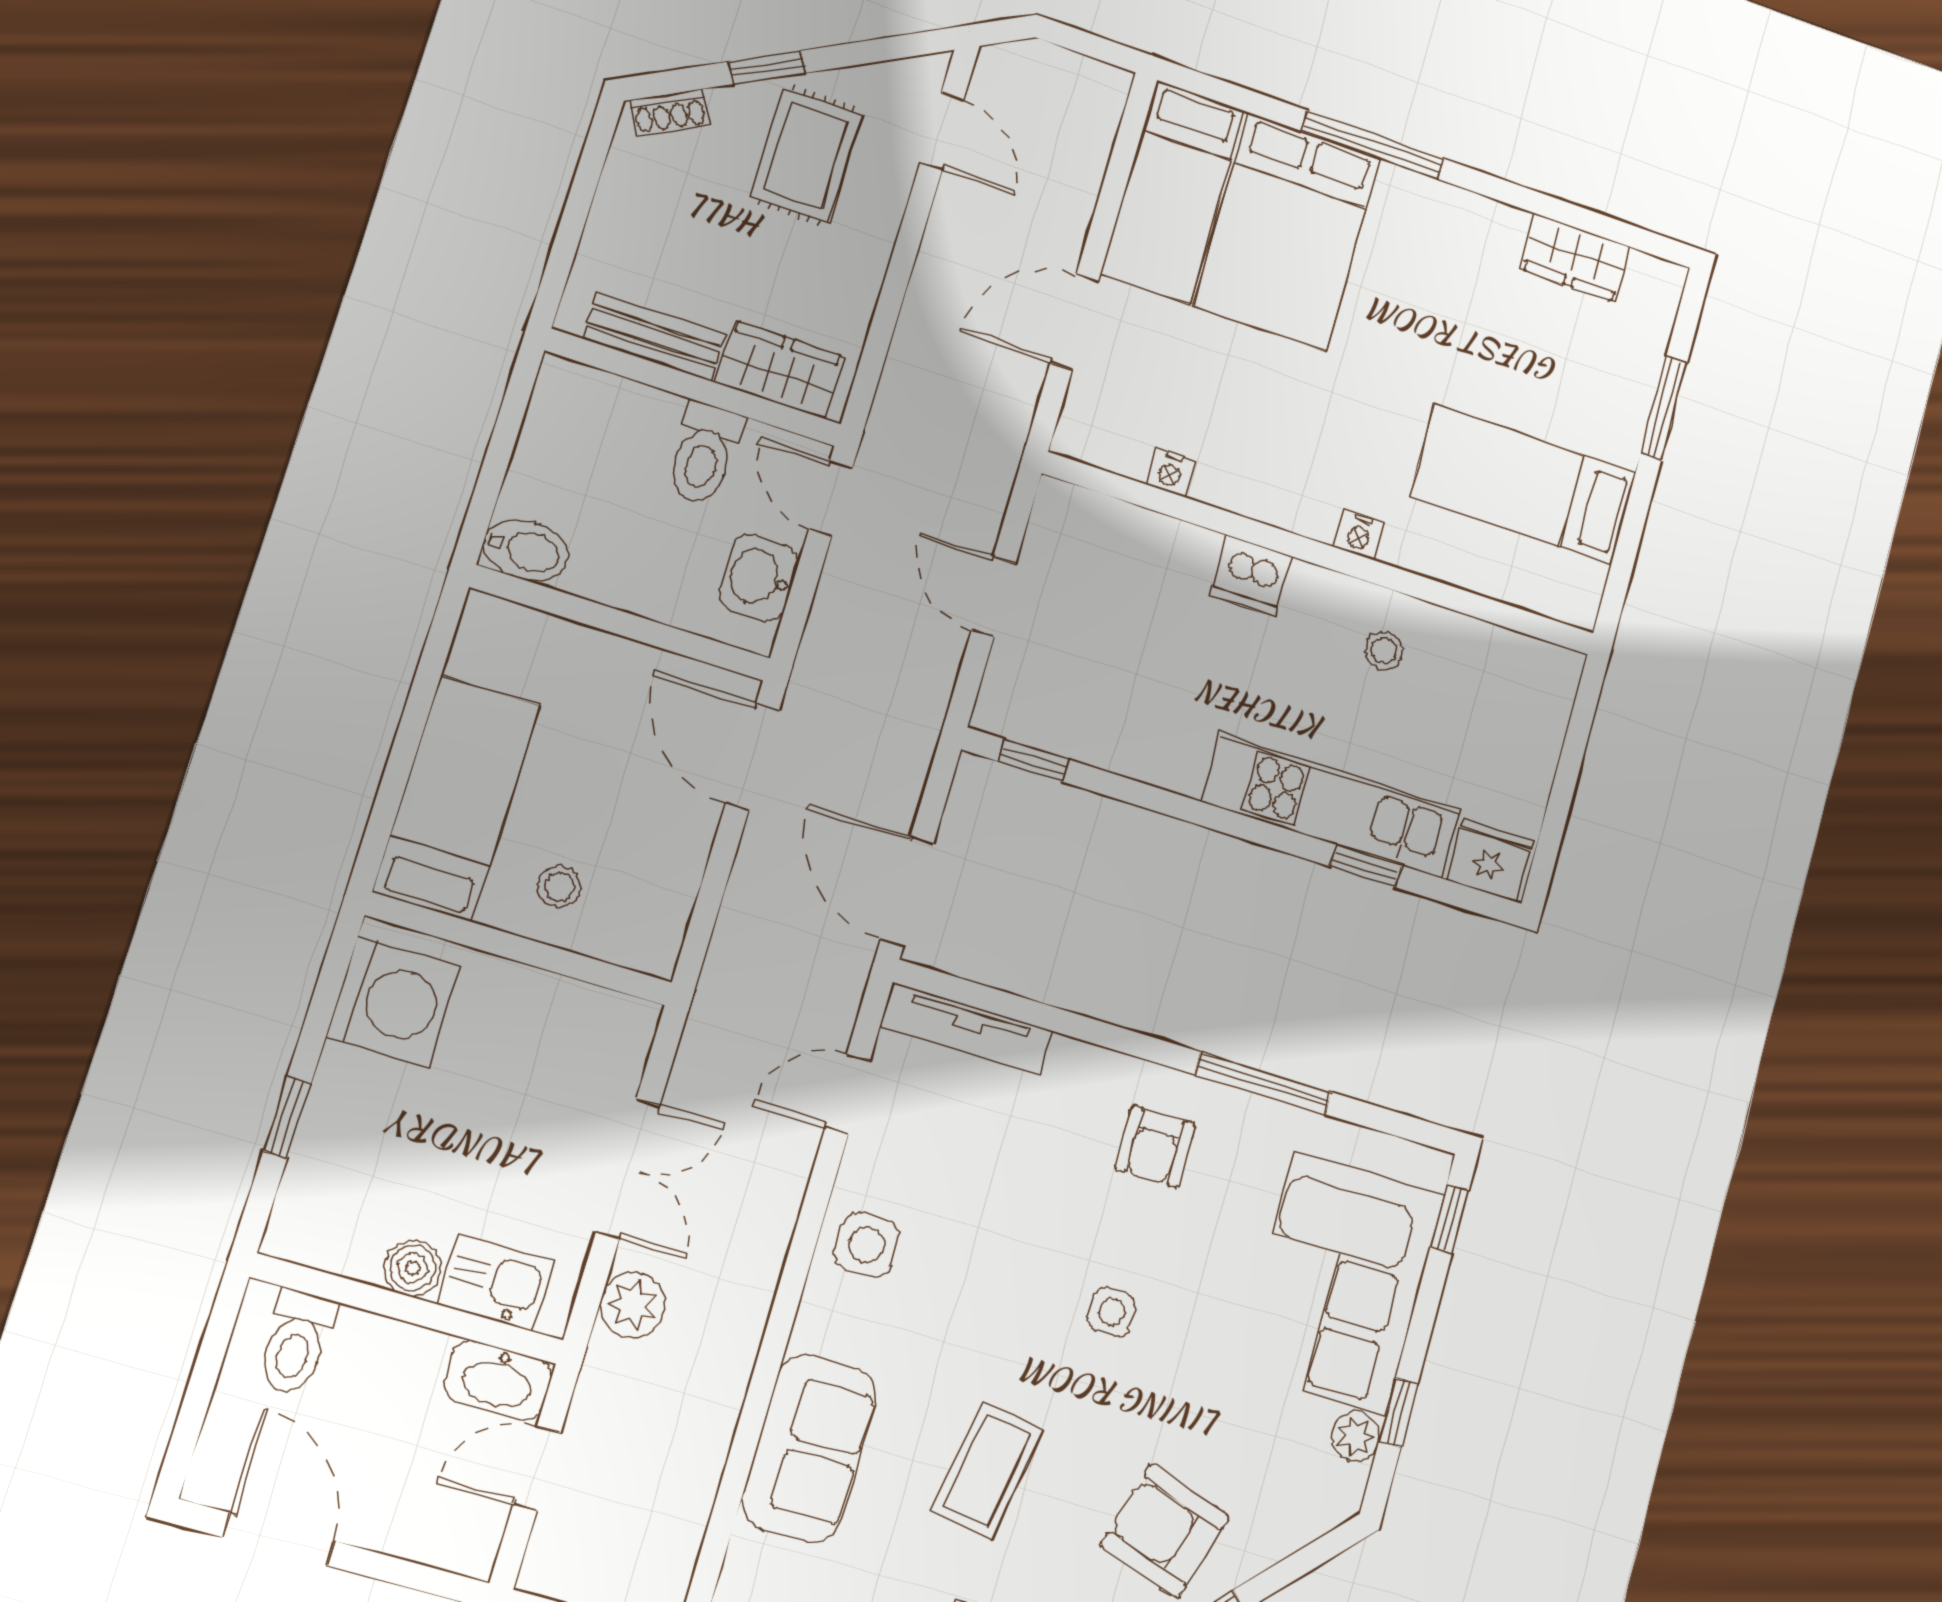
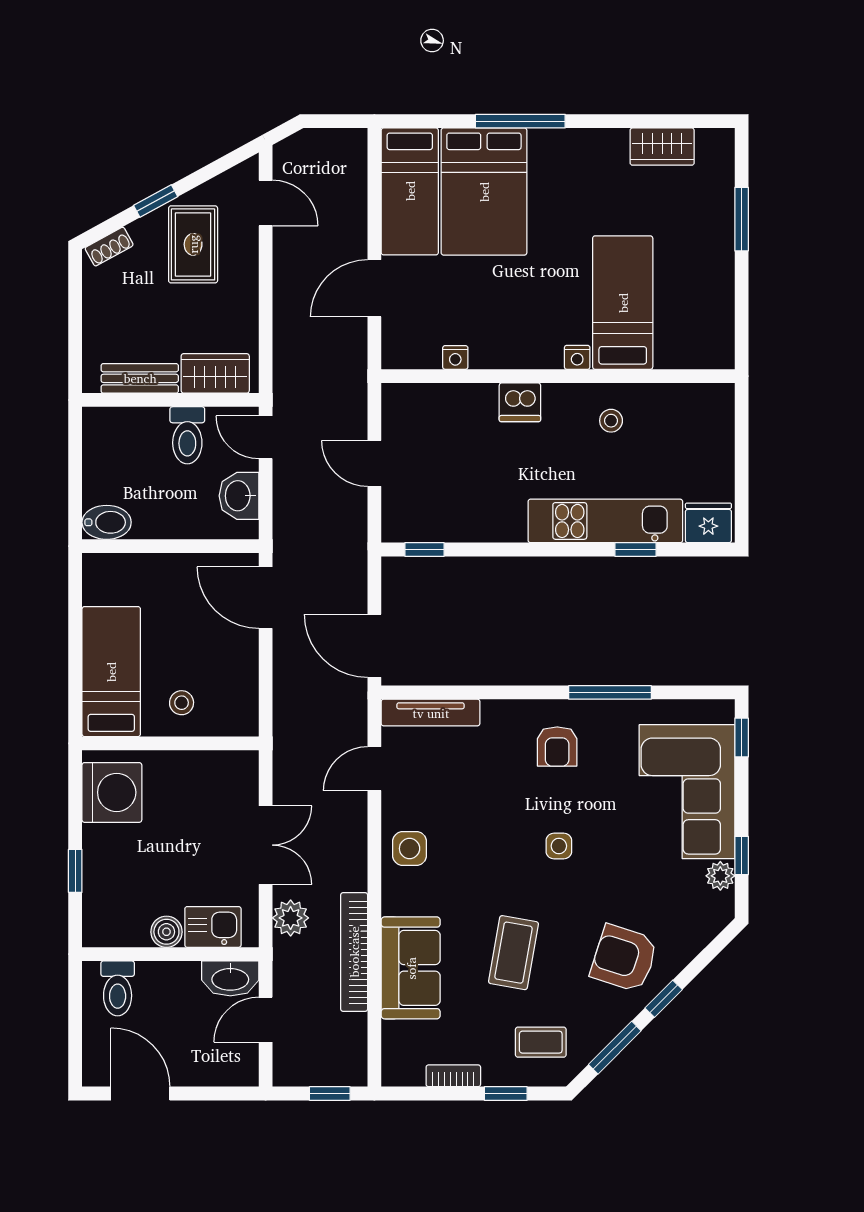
bed: (1523, 485) -> (623, 303), moved, turned 90
bookcase: (723, 1394) -> (354, 952), added

